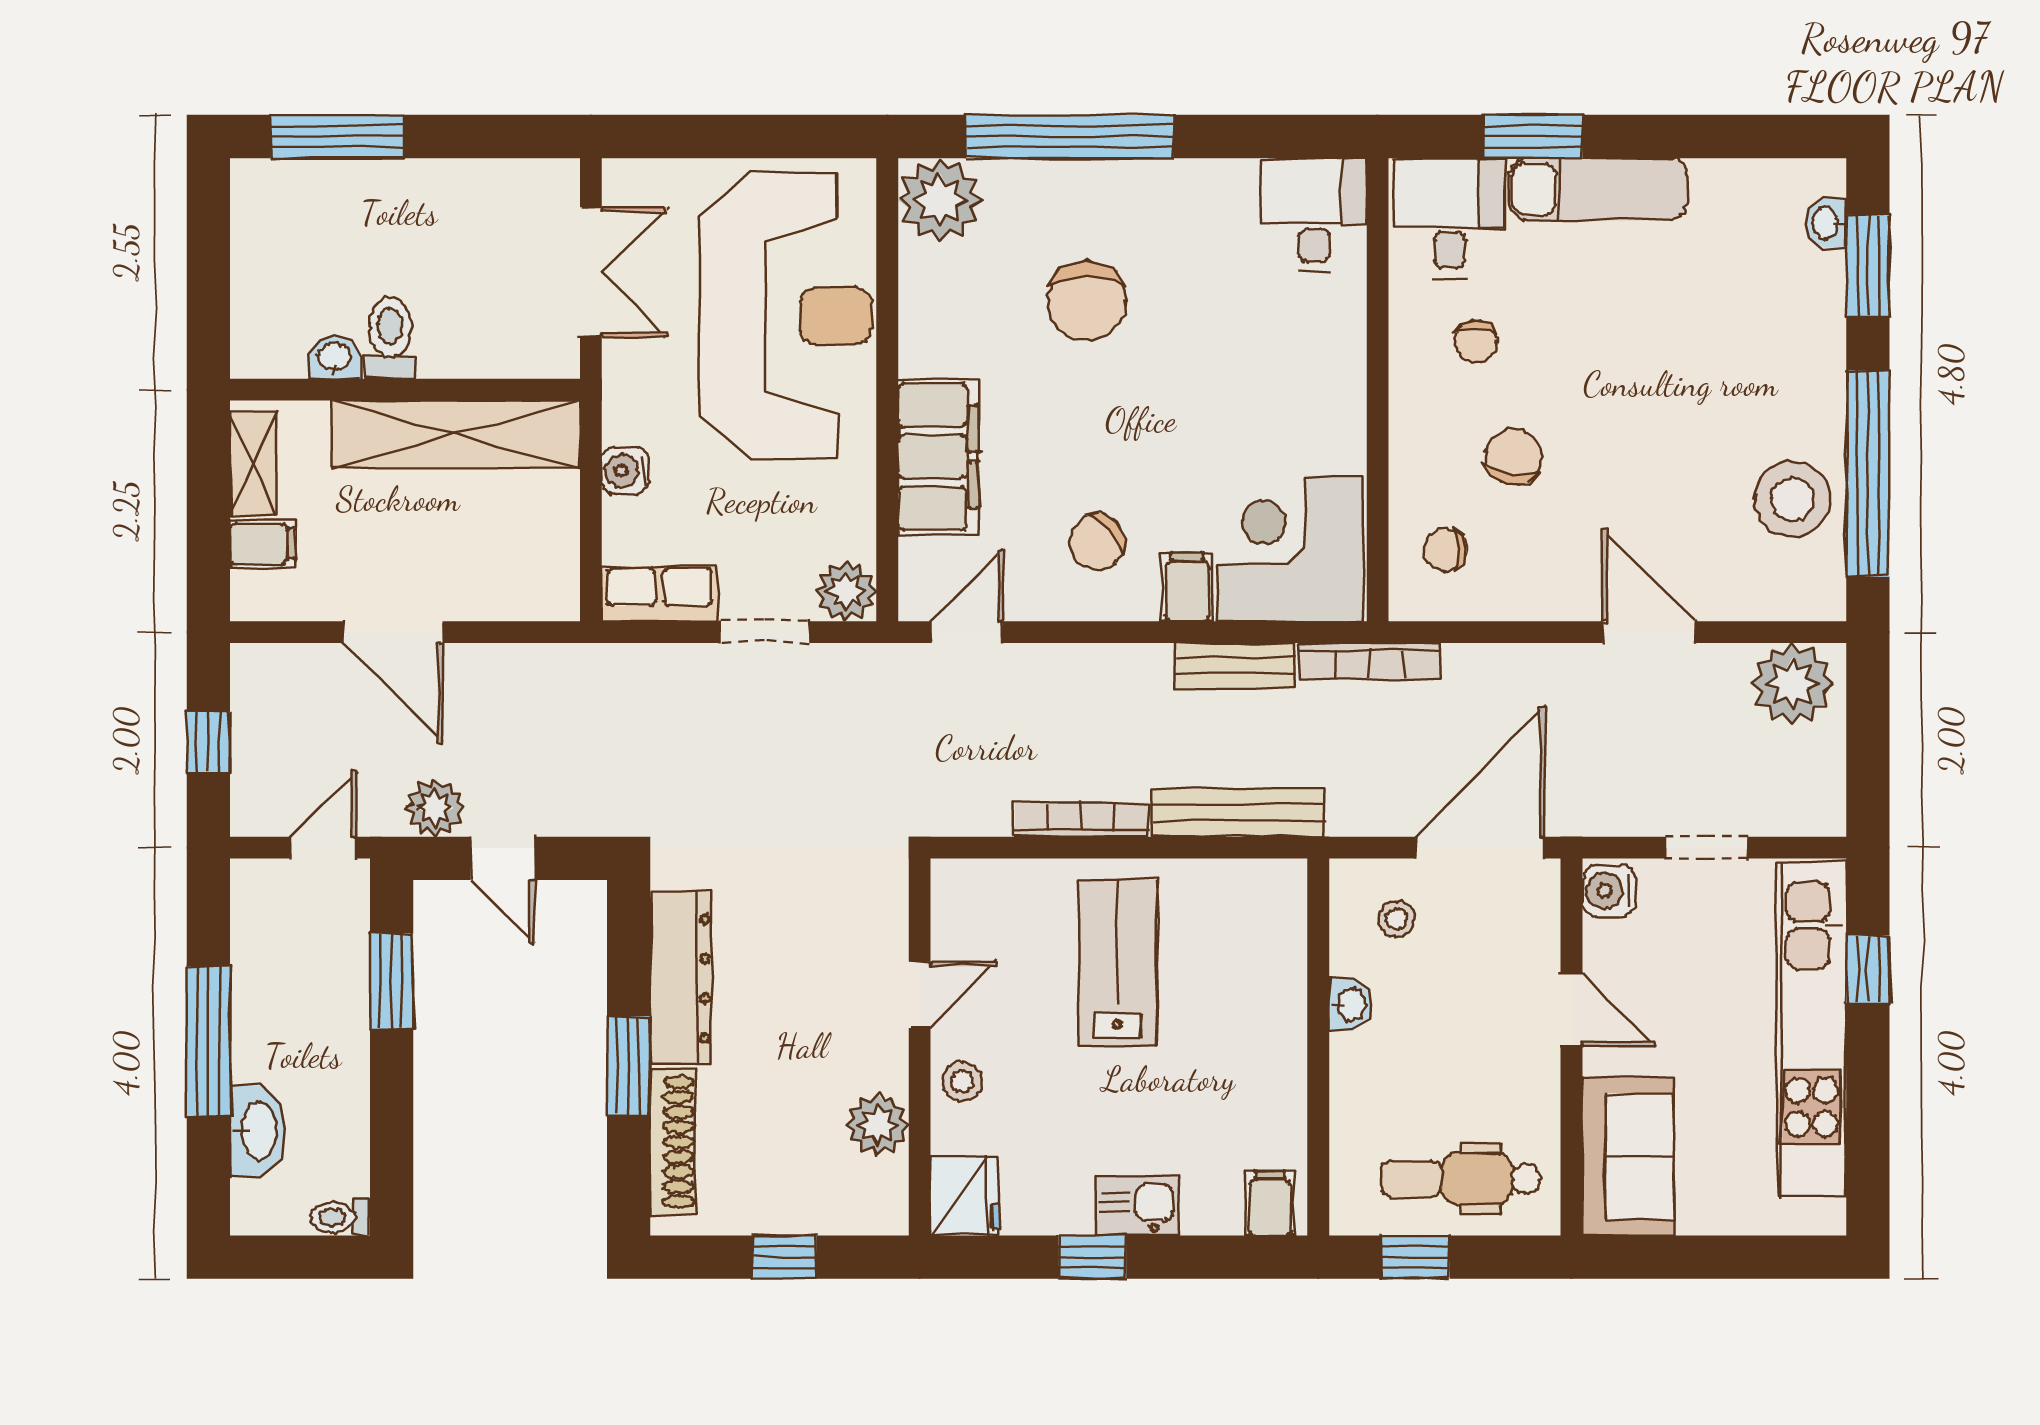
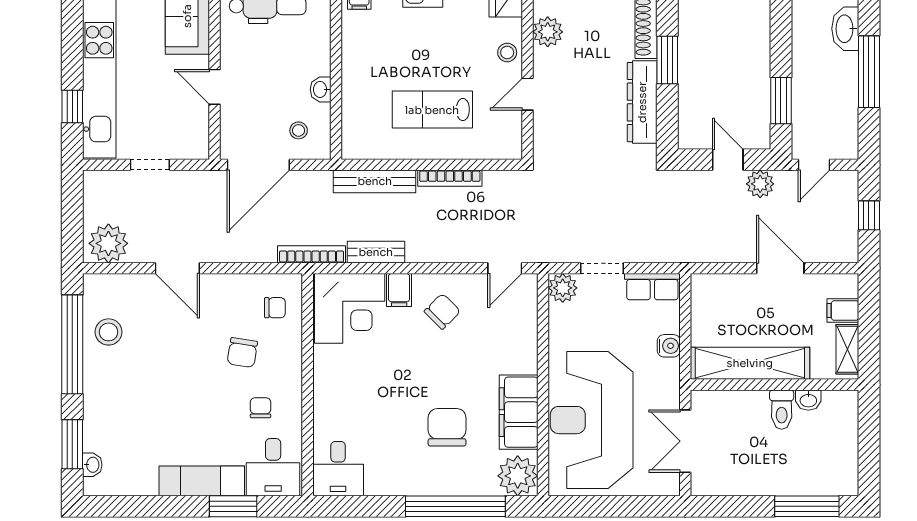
filing cabinet: (938, 457) -> (519, 412), moved
stool: (1792, 499) -> (109, 332), width x0.73, depth x0.73
water cooler: (1609, 891) -> (197, 144), removed
lab bench: (1118, 963) -> (432, 110), turned 90

